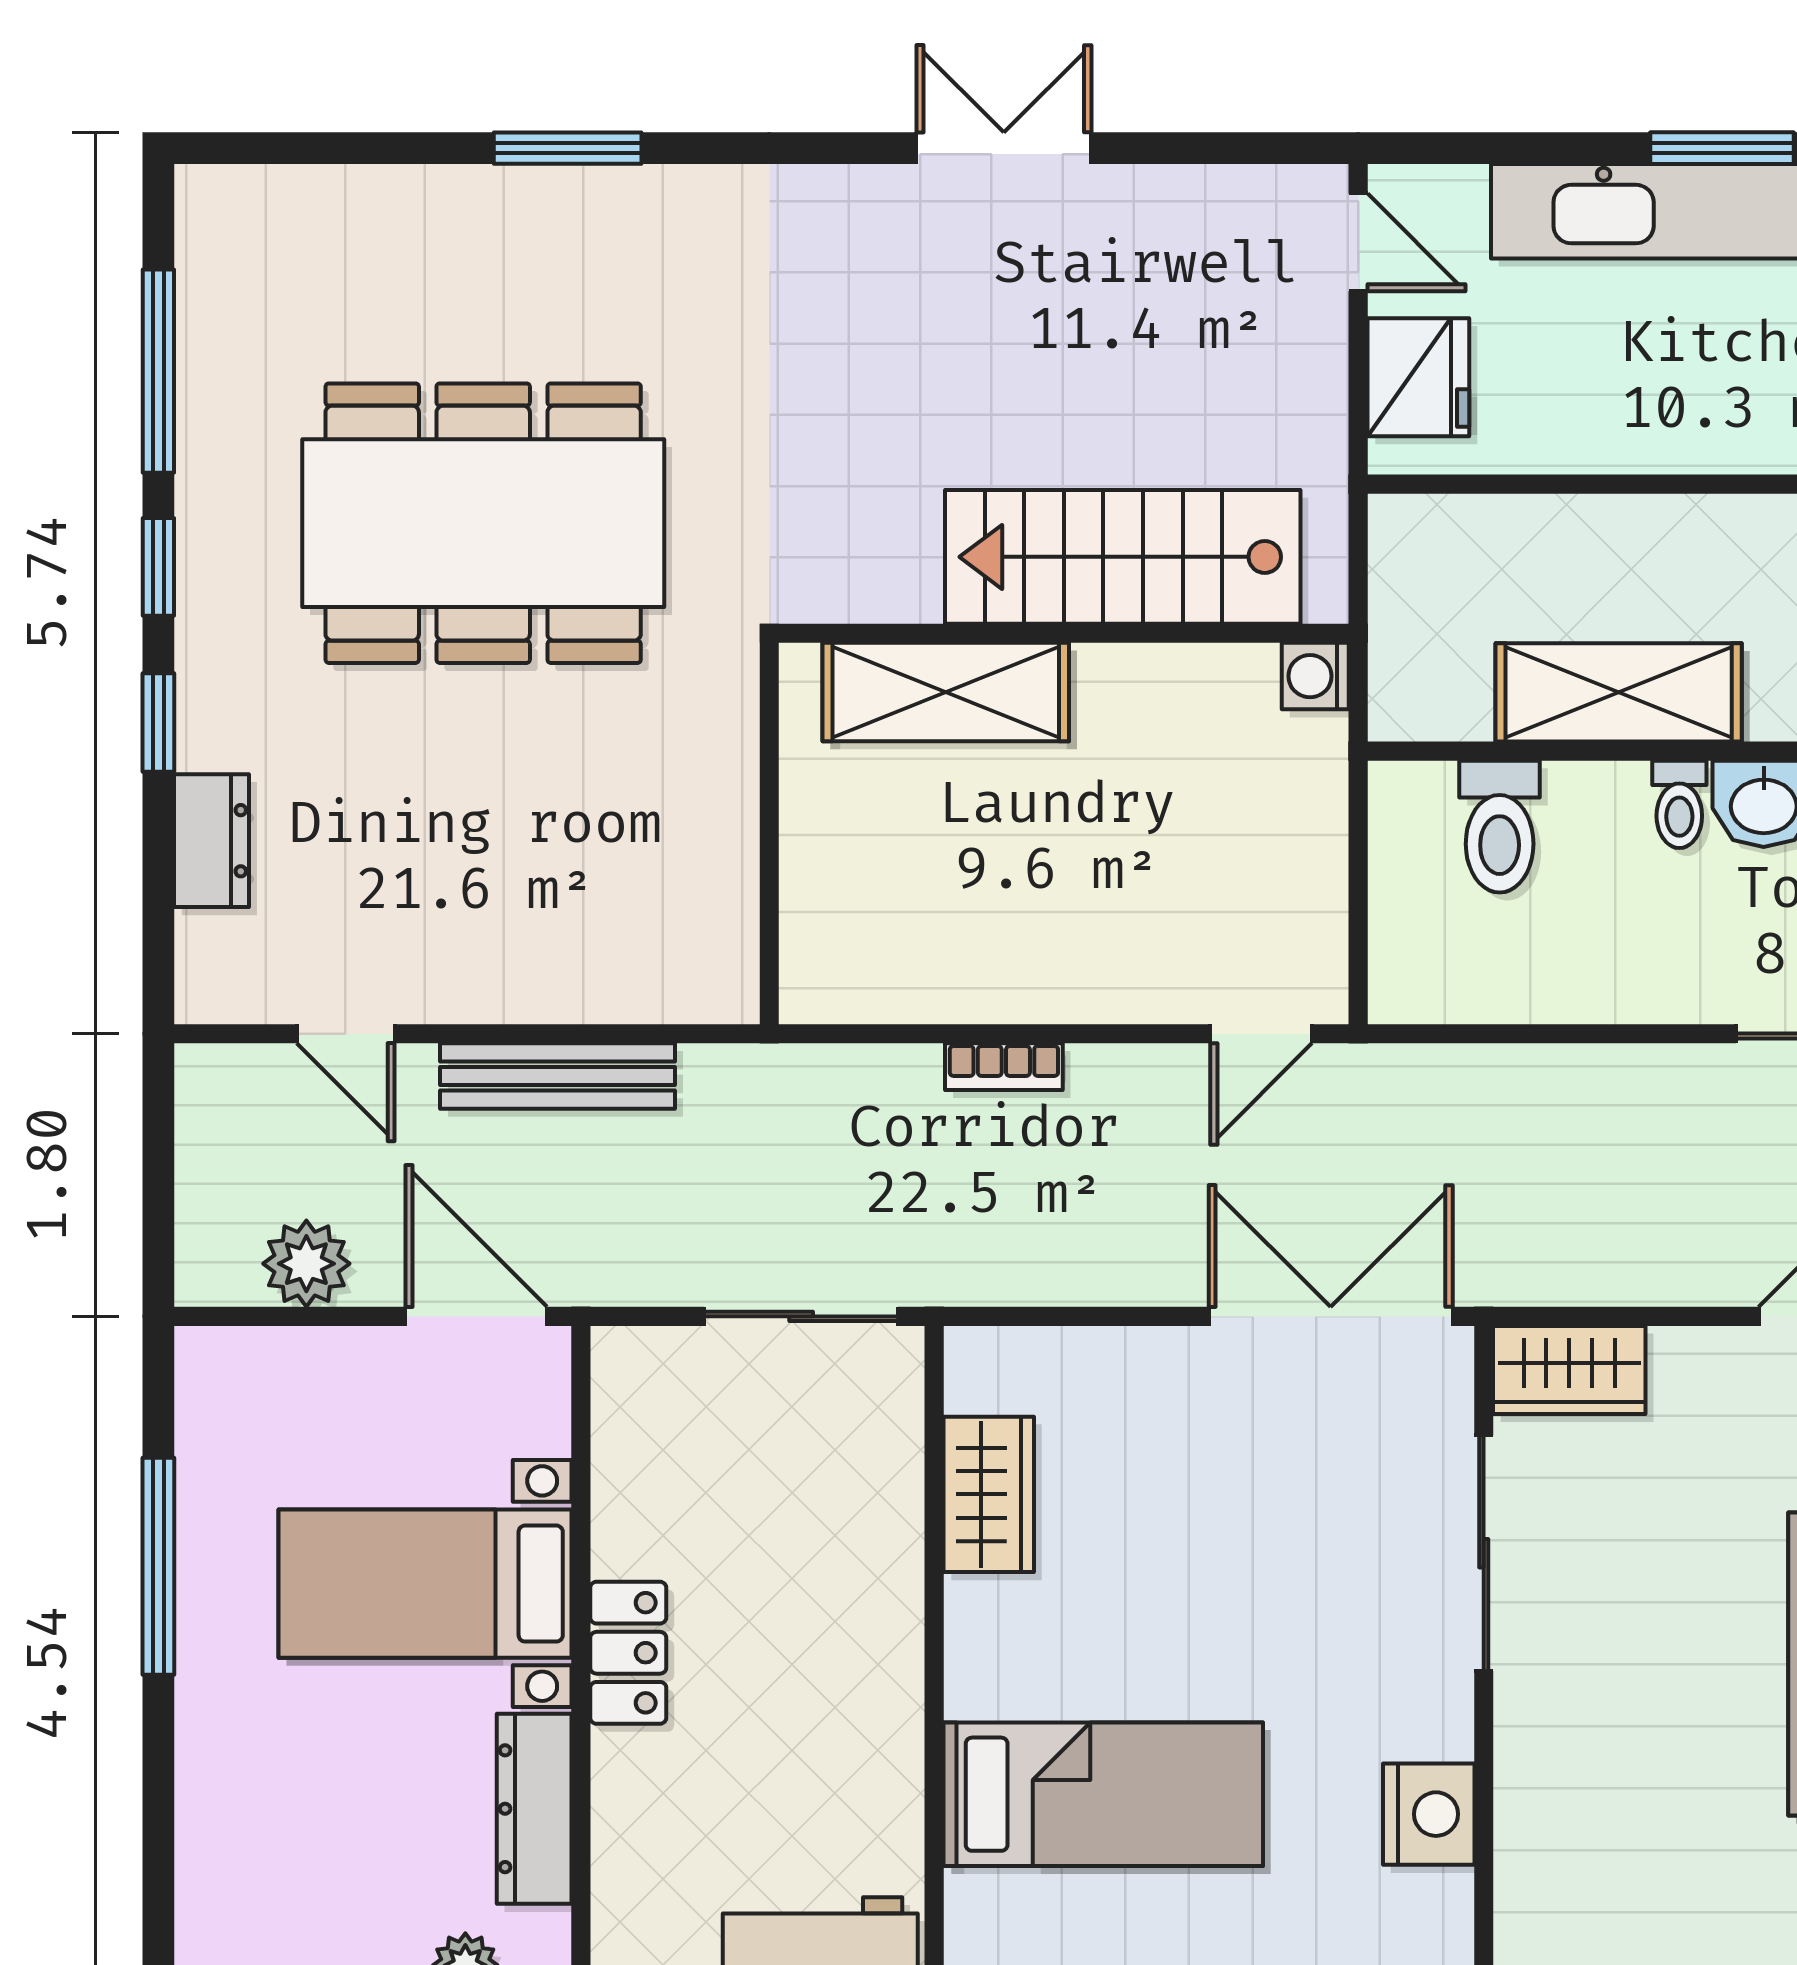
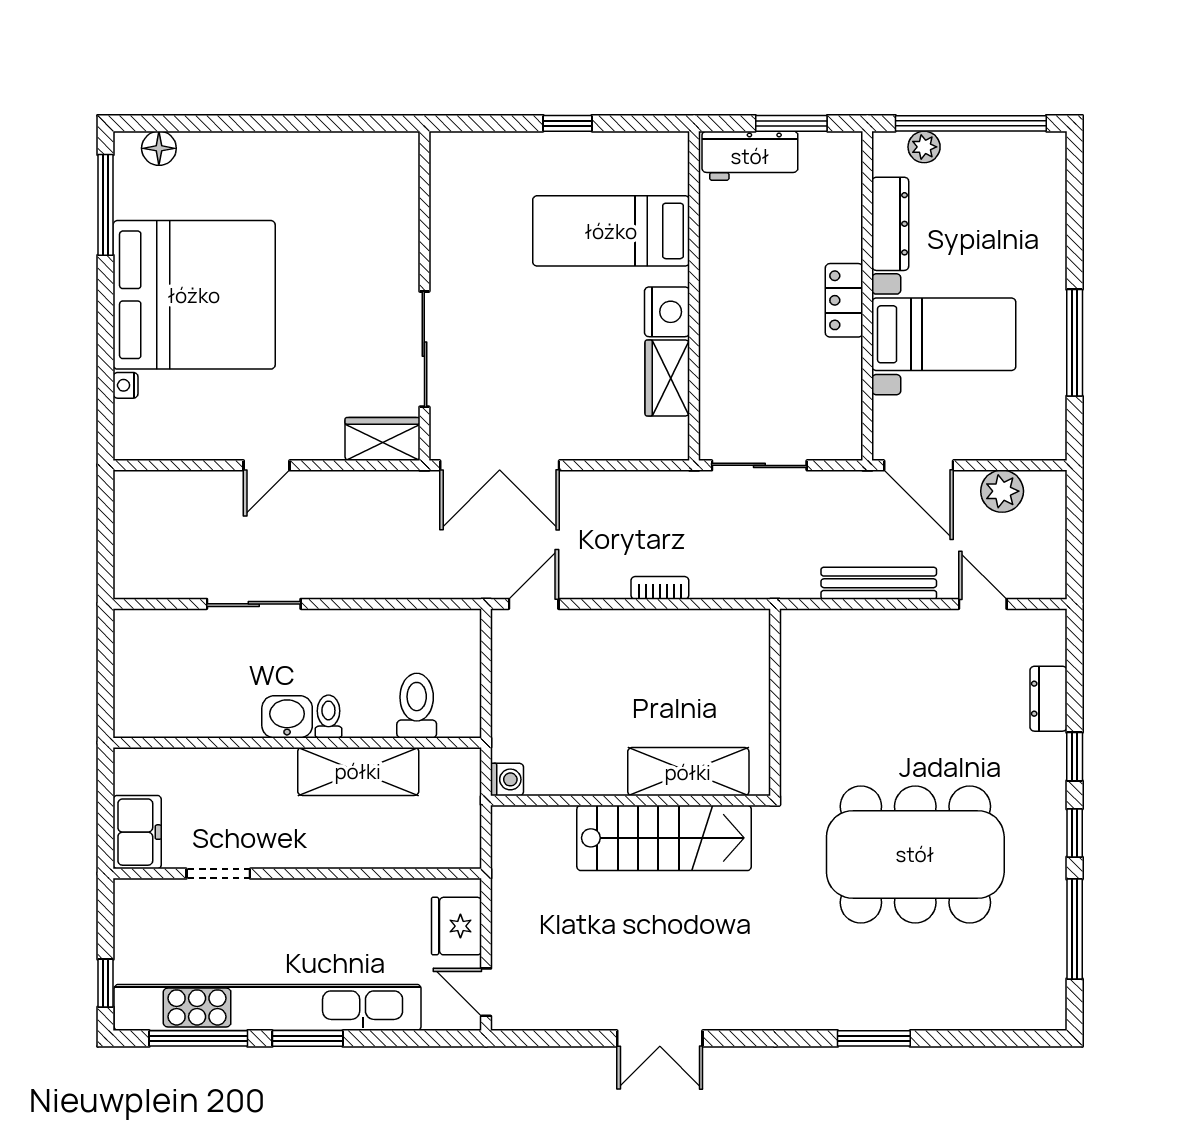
stairs: (1123, 557) -> (664, 838), moved
nightstand: (1429, 1814) -> (667, 312), moved, turned 180

